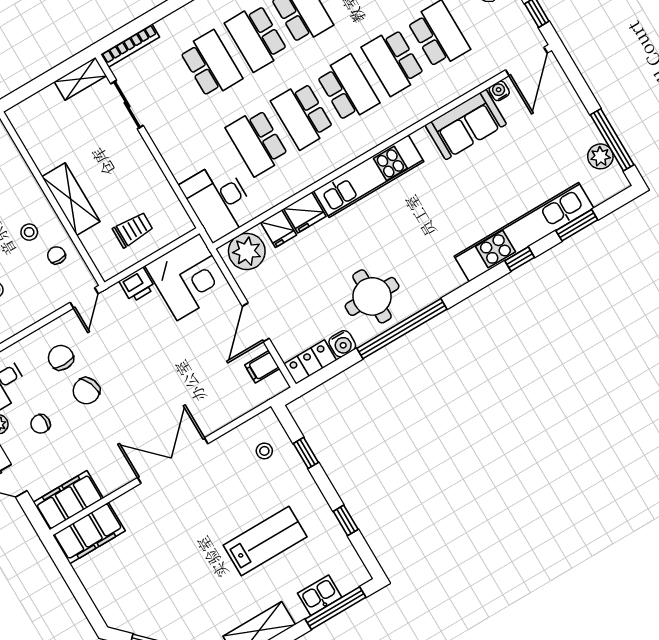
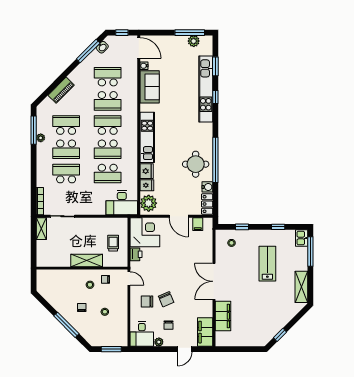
filing cabinet: (89, 533) -> (223, 316), moved
kitchen sink: (320, 595) -> (302, 238), moved

